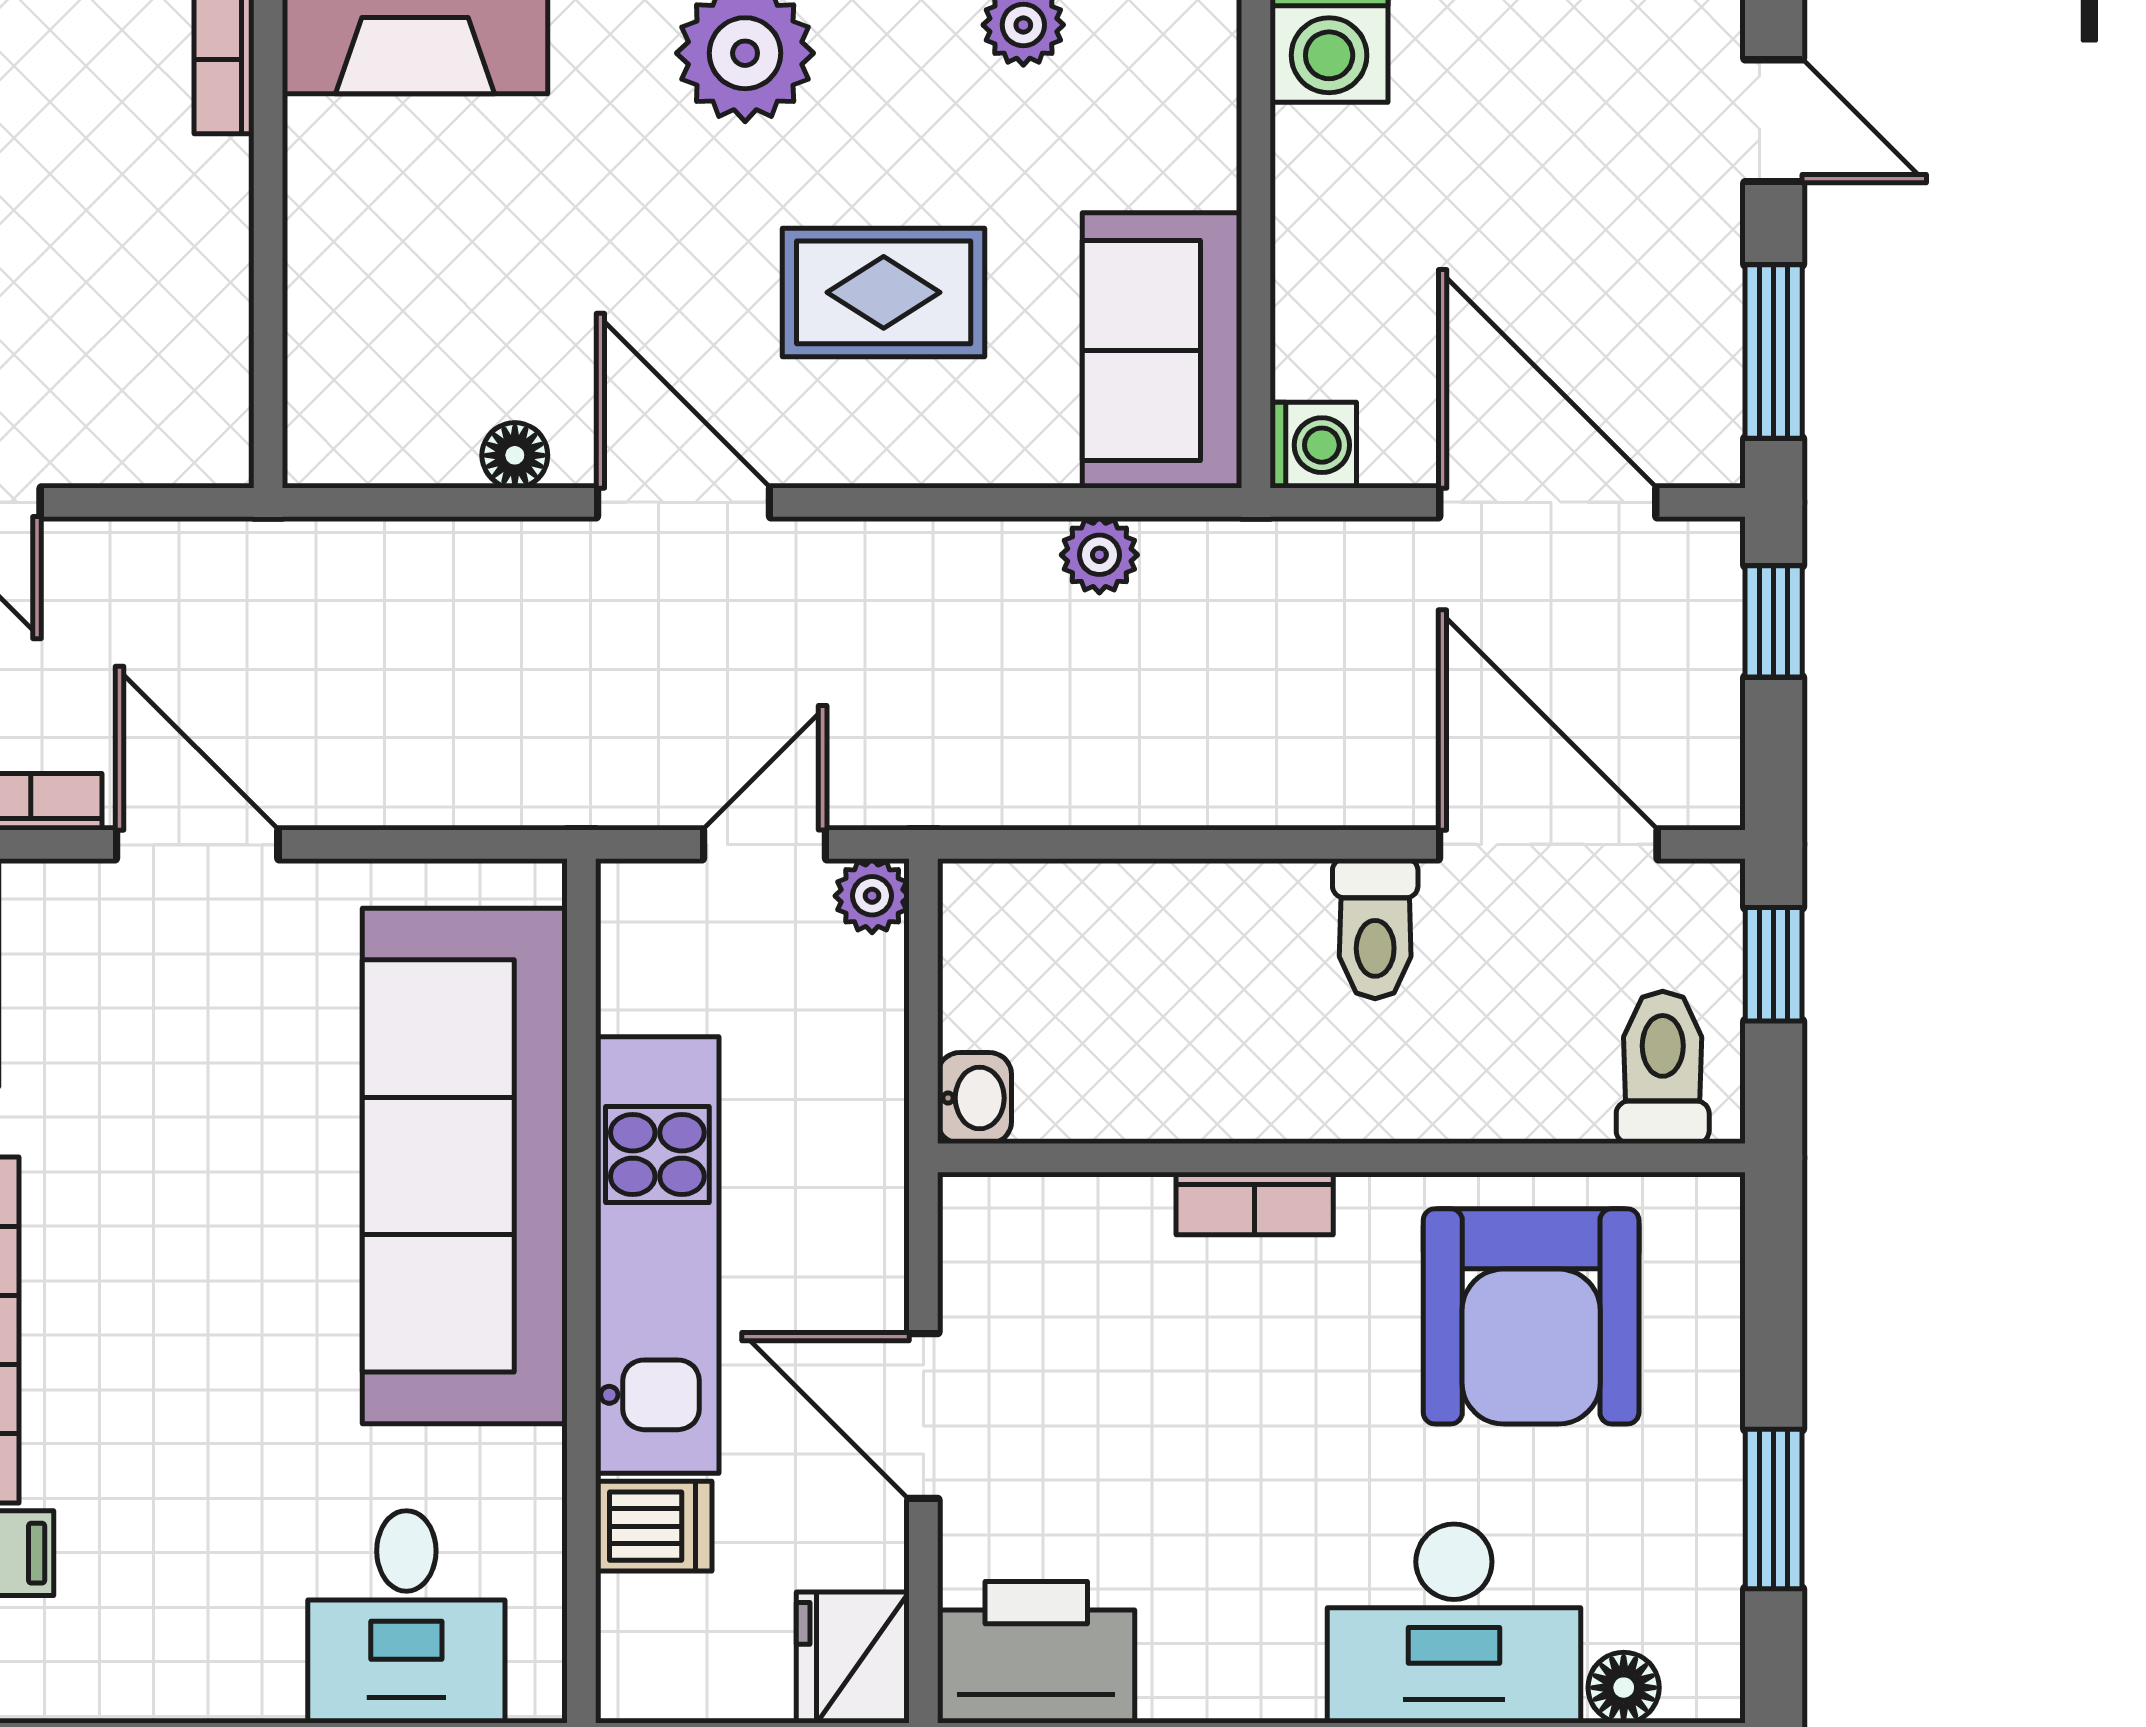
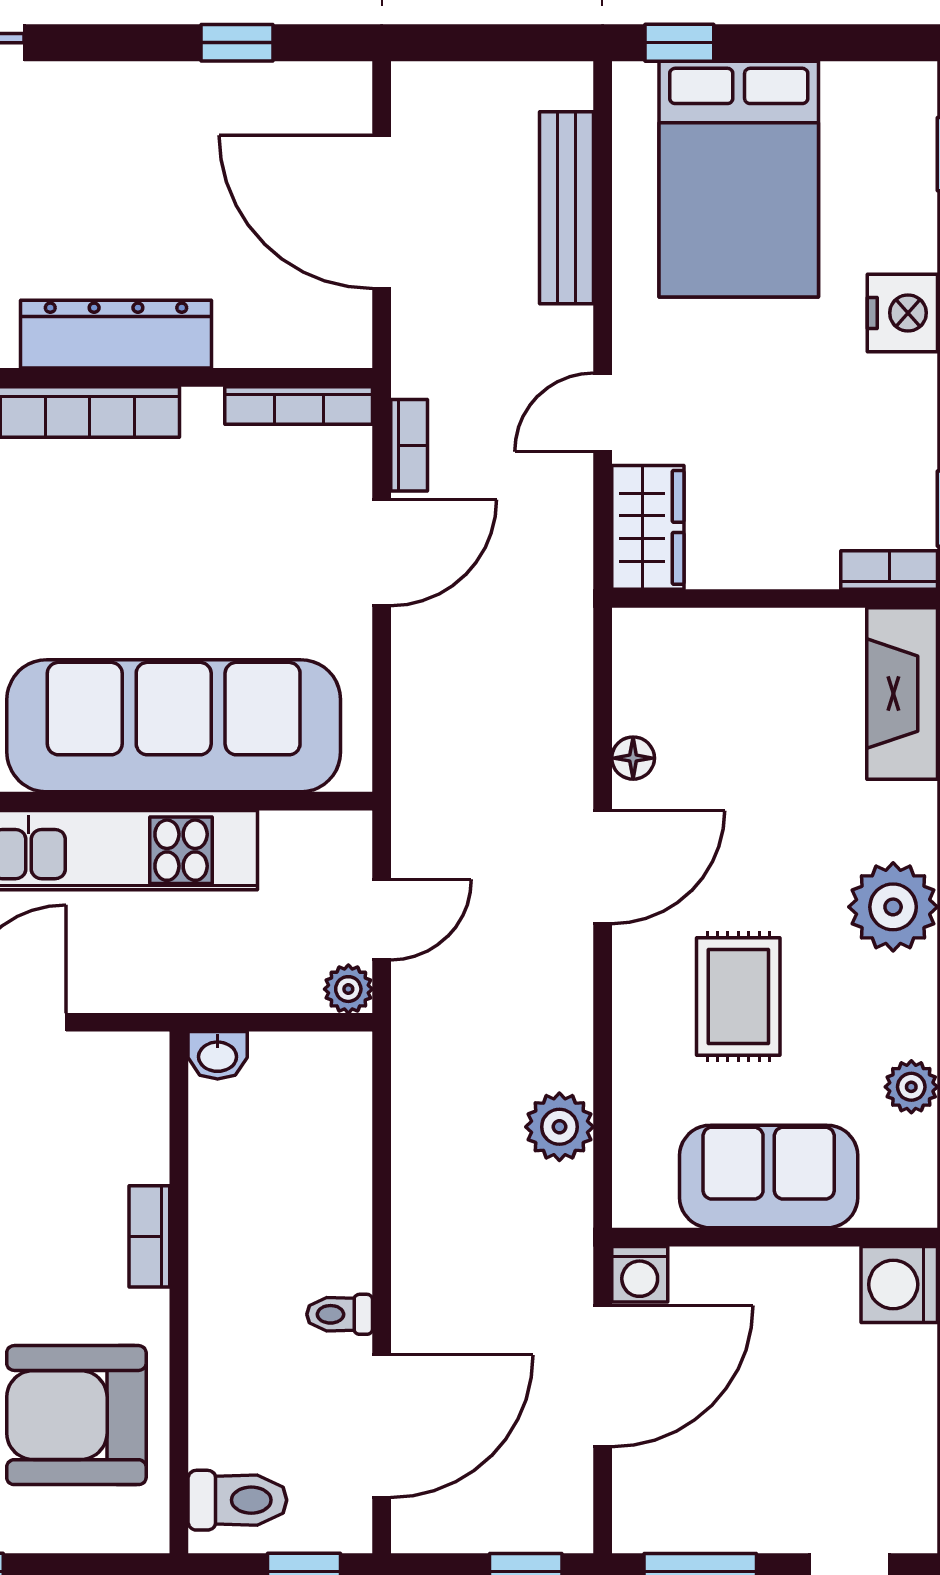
sofa: (1162, 350) -> (769, 1177), moved
wardrobe: (158, 433) -> (648, 527), added
door: (1548, 502) -> (603, 1376), moved
plant: (1099, 555) -> (559, 1127), width x1.38, depth x1.38
door: (764, 844) -> (382, 919), hinge flipped
toilet: (1375, 929) -> (340, 1314), width x0.73, depth x0.72

